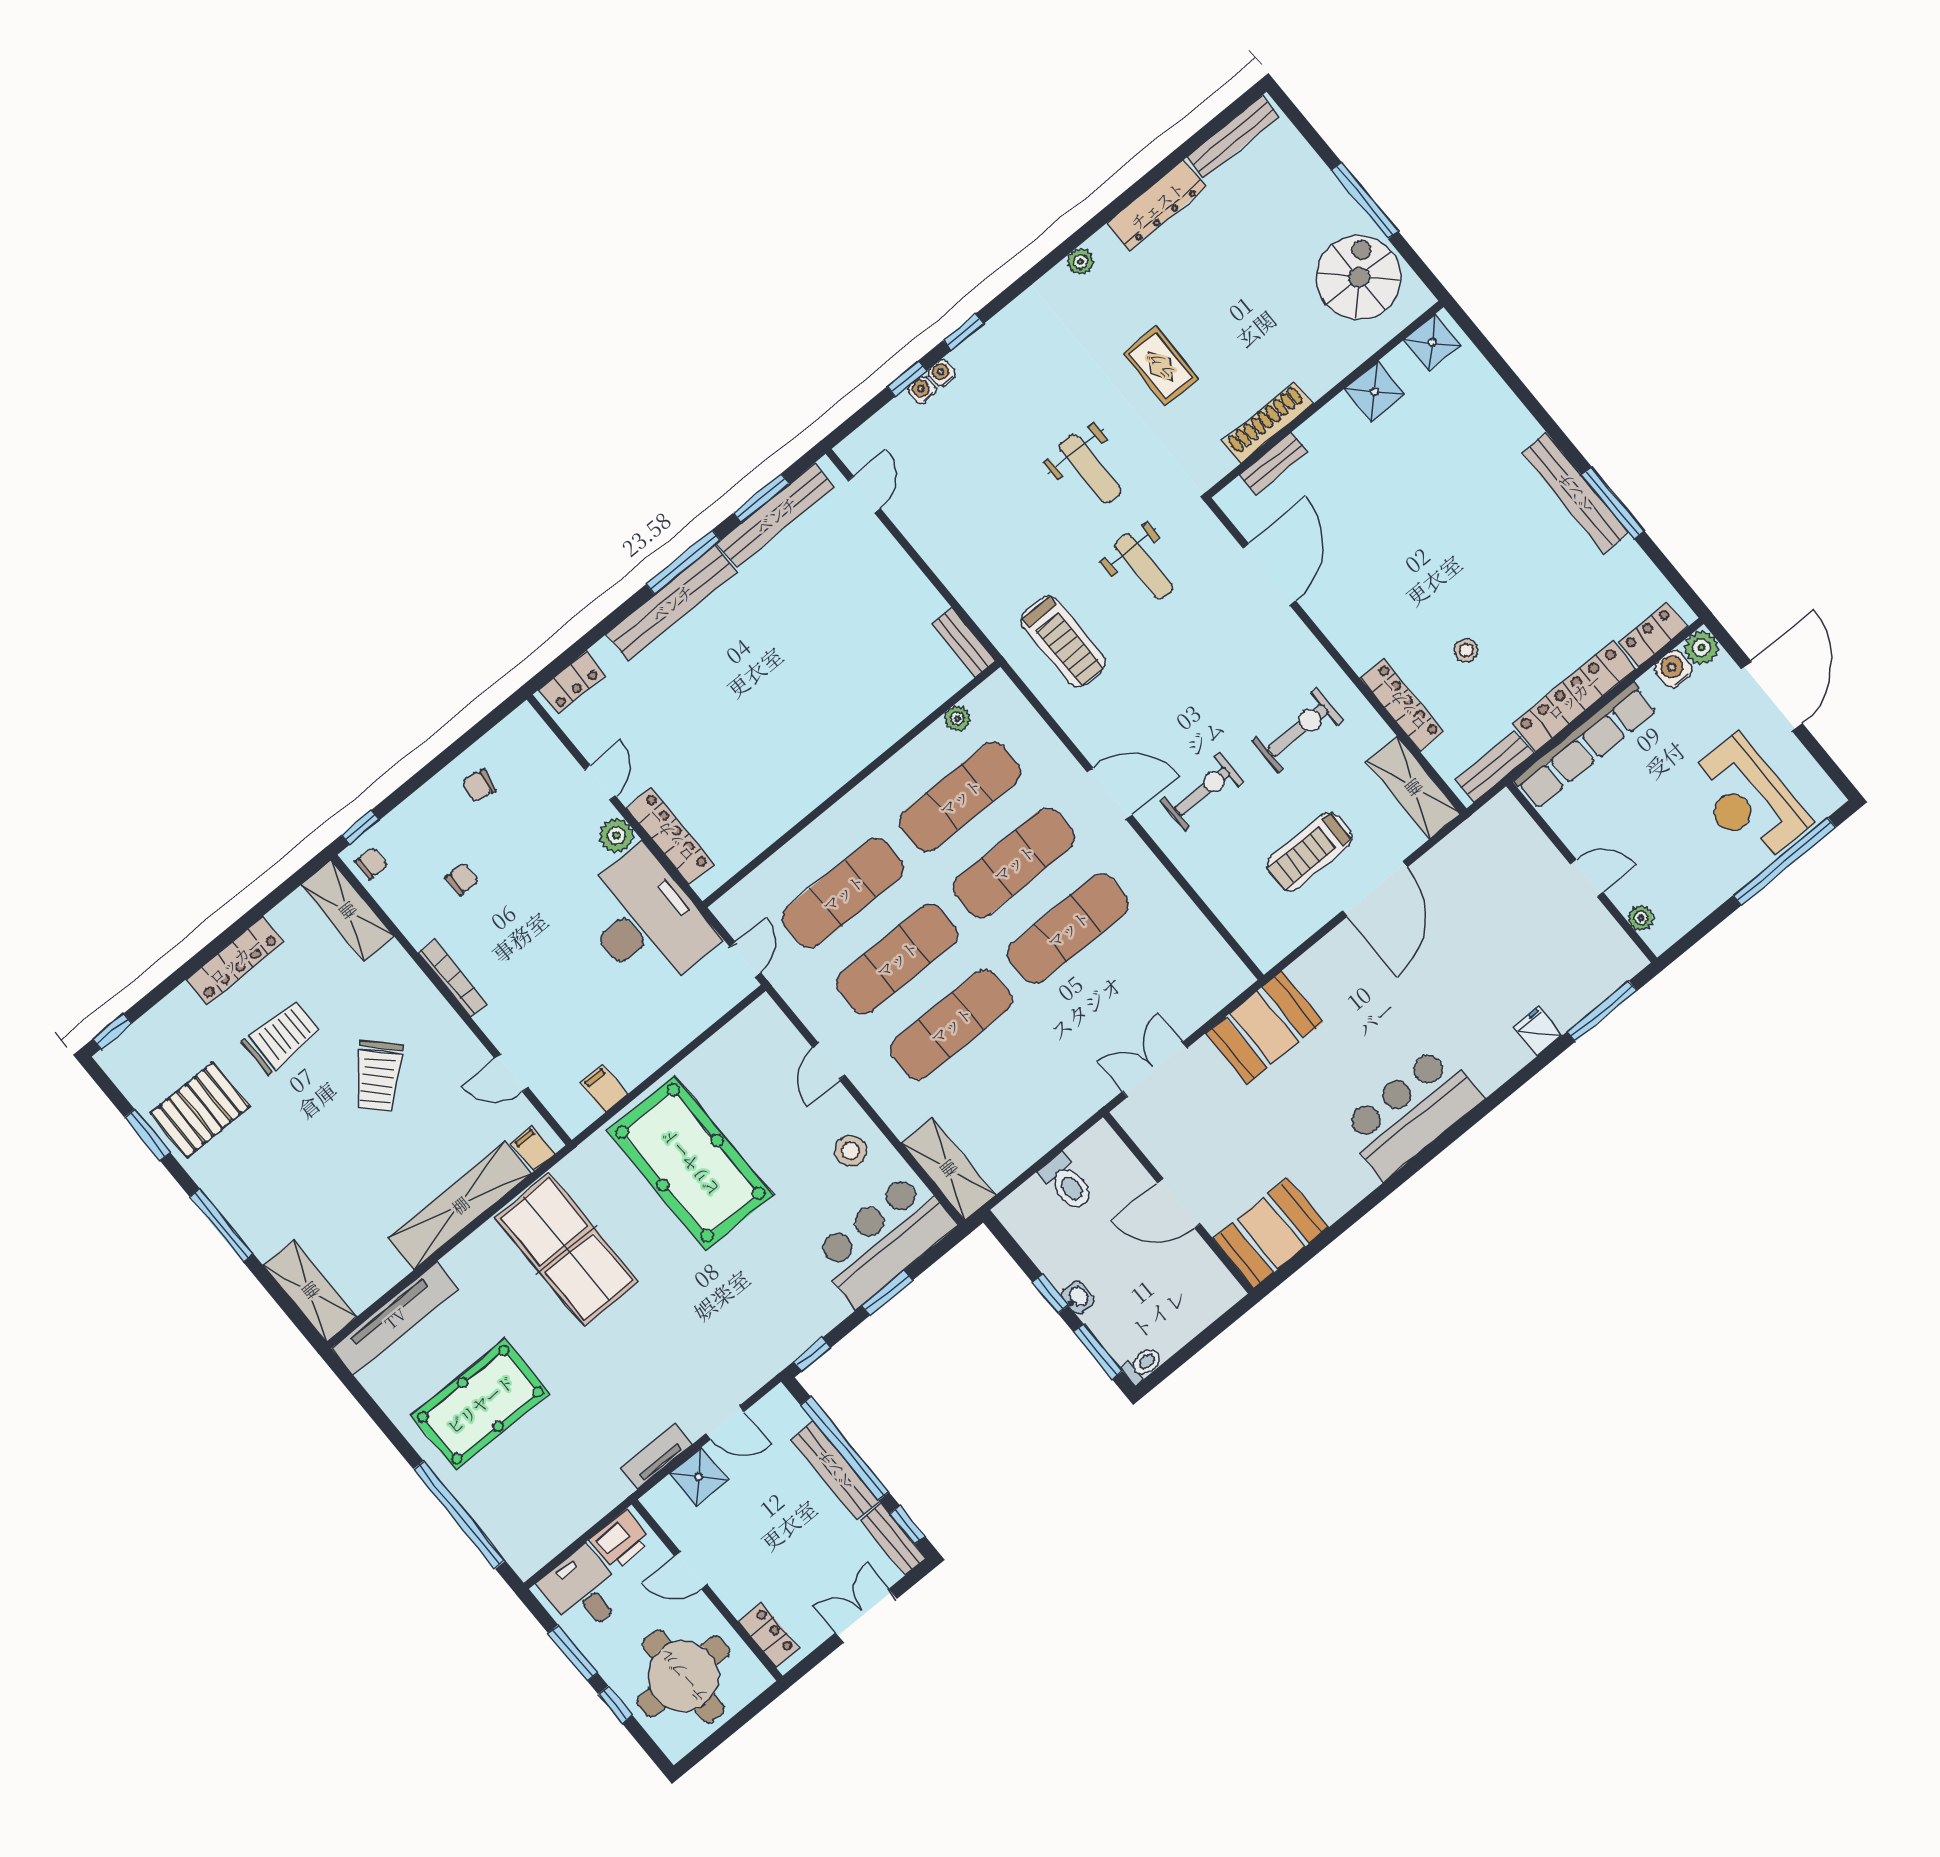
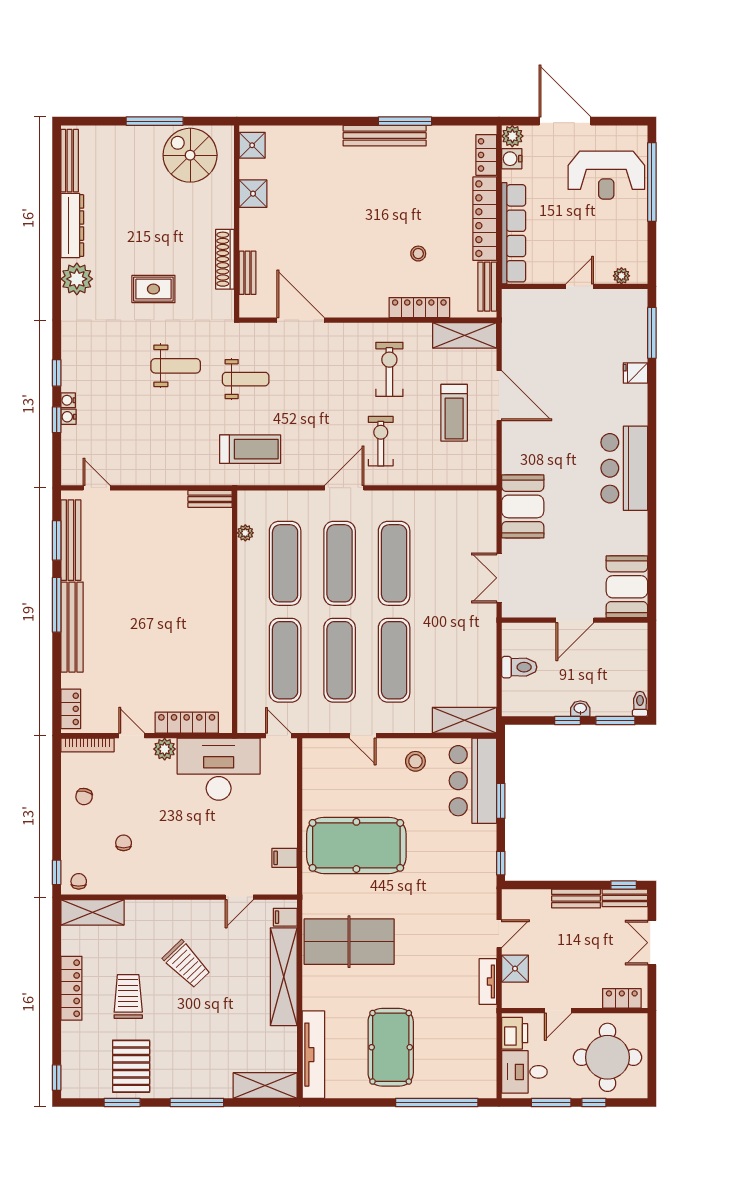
plant: (1080, 262) -> (77, 279), width x1.88, depth x1.88
bookcase: (452, 978) -> (87, 745), moved, turned 180
window: (845, 1449) -> (560, 885), removed
bench: (835, 1470) -> (576, 899), width x0.73

